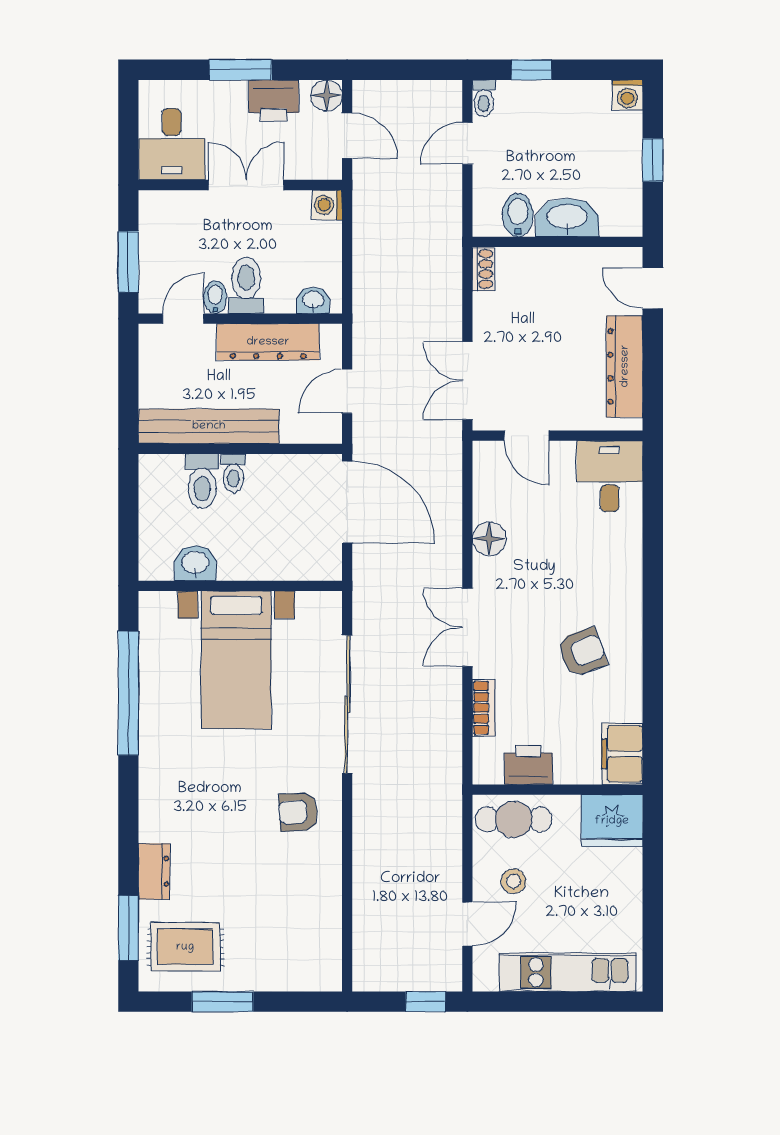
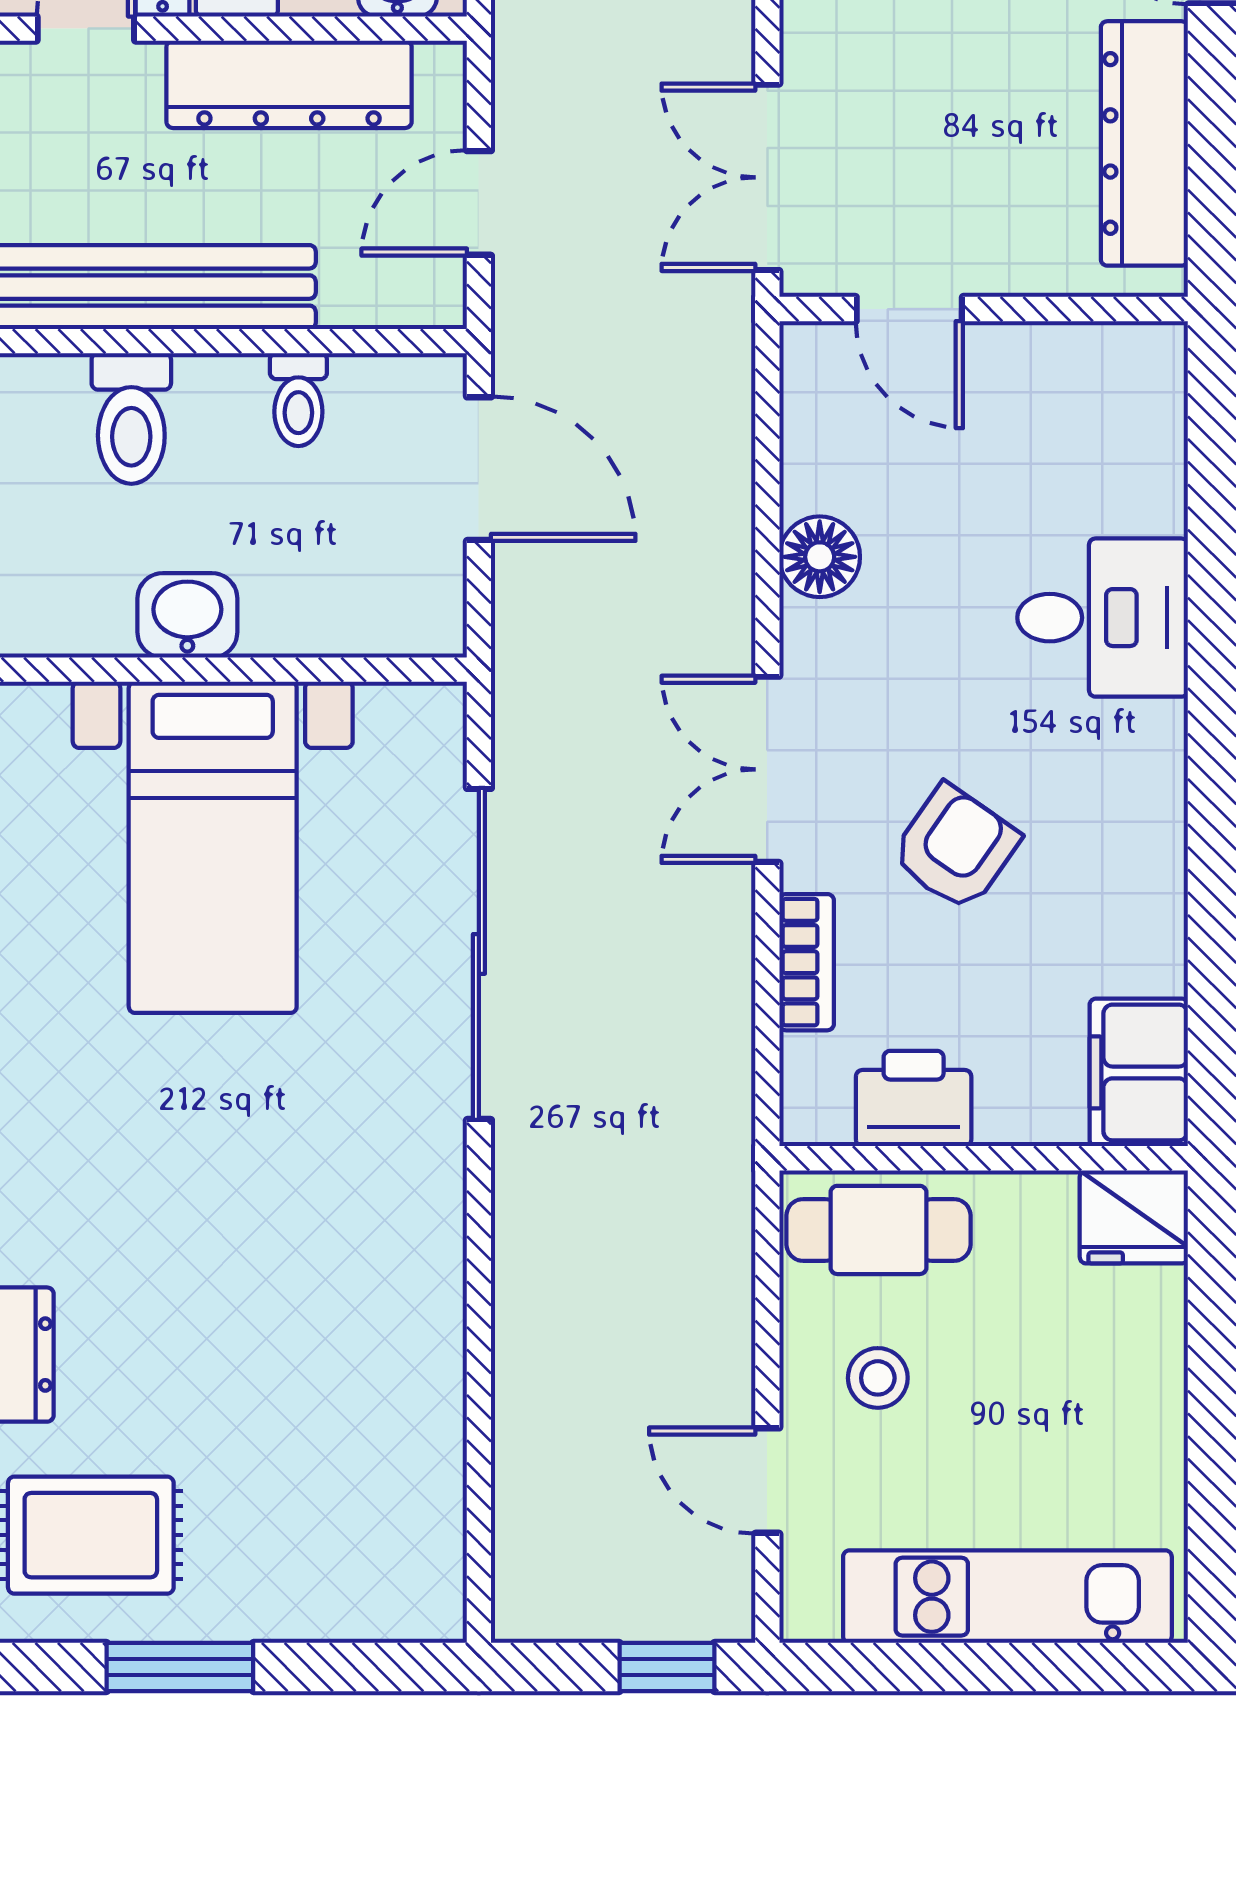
toilet: (233, 473) -> (298, 400), moved
desk: (610, 476) -> (1103, 618), moved, turned 90
door: (347, 502) -> (479, 469), width x0.73
washbasin: (195, 563) -> (187, 615), moved
armchair: (582, 652) -> (955, 848), moved, turned -35
armchair: (298, 812) -> (362, 1212), removed
fridge: (612, 821) -> (1134, 1217), width x0.73, depth x0.75
door: (467, 924) -> (767, 1481), swing flipped

